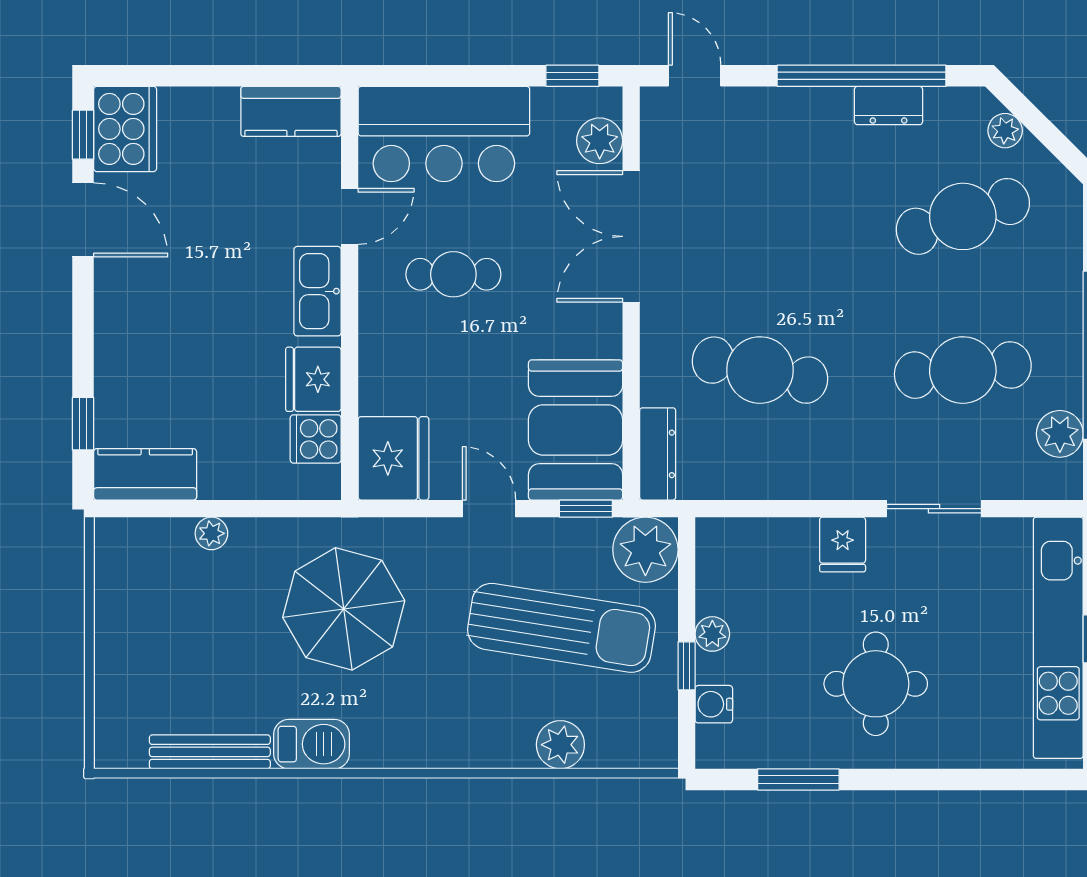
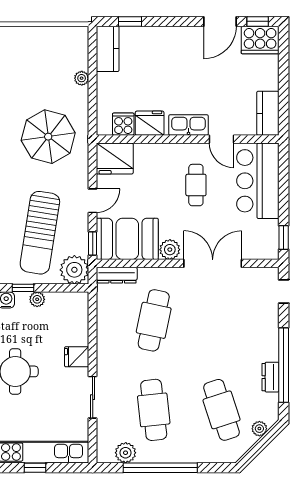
plant: (600, 141) -> (170, 250), moved

